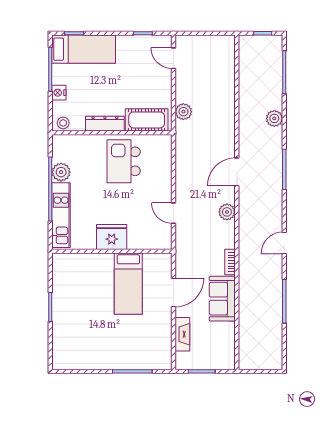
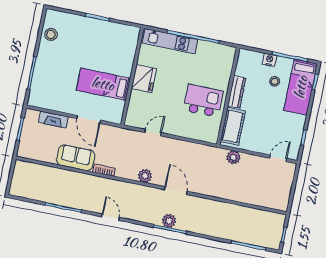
plant: (274, 118) -> (169, 221), moved
stool: (63, 123) -> (275, 81), moved
plant: (61, 172) -> (205, 48), removed
stool: (82, 358) -> (51, 34), added

